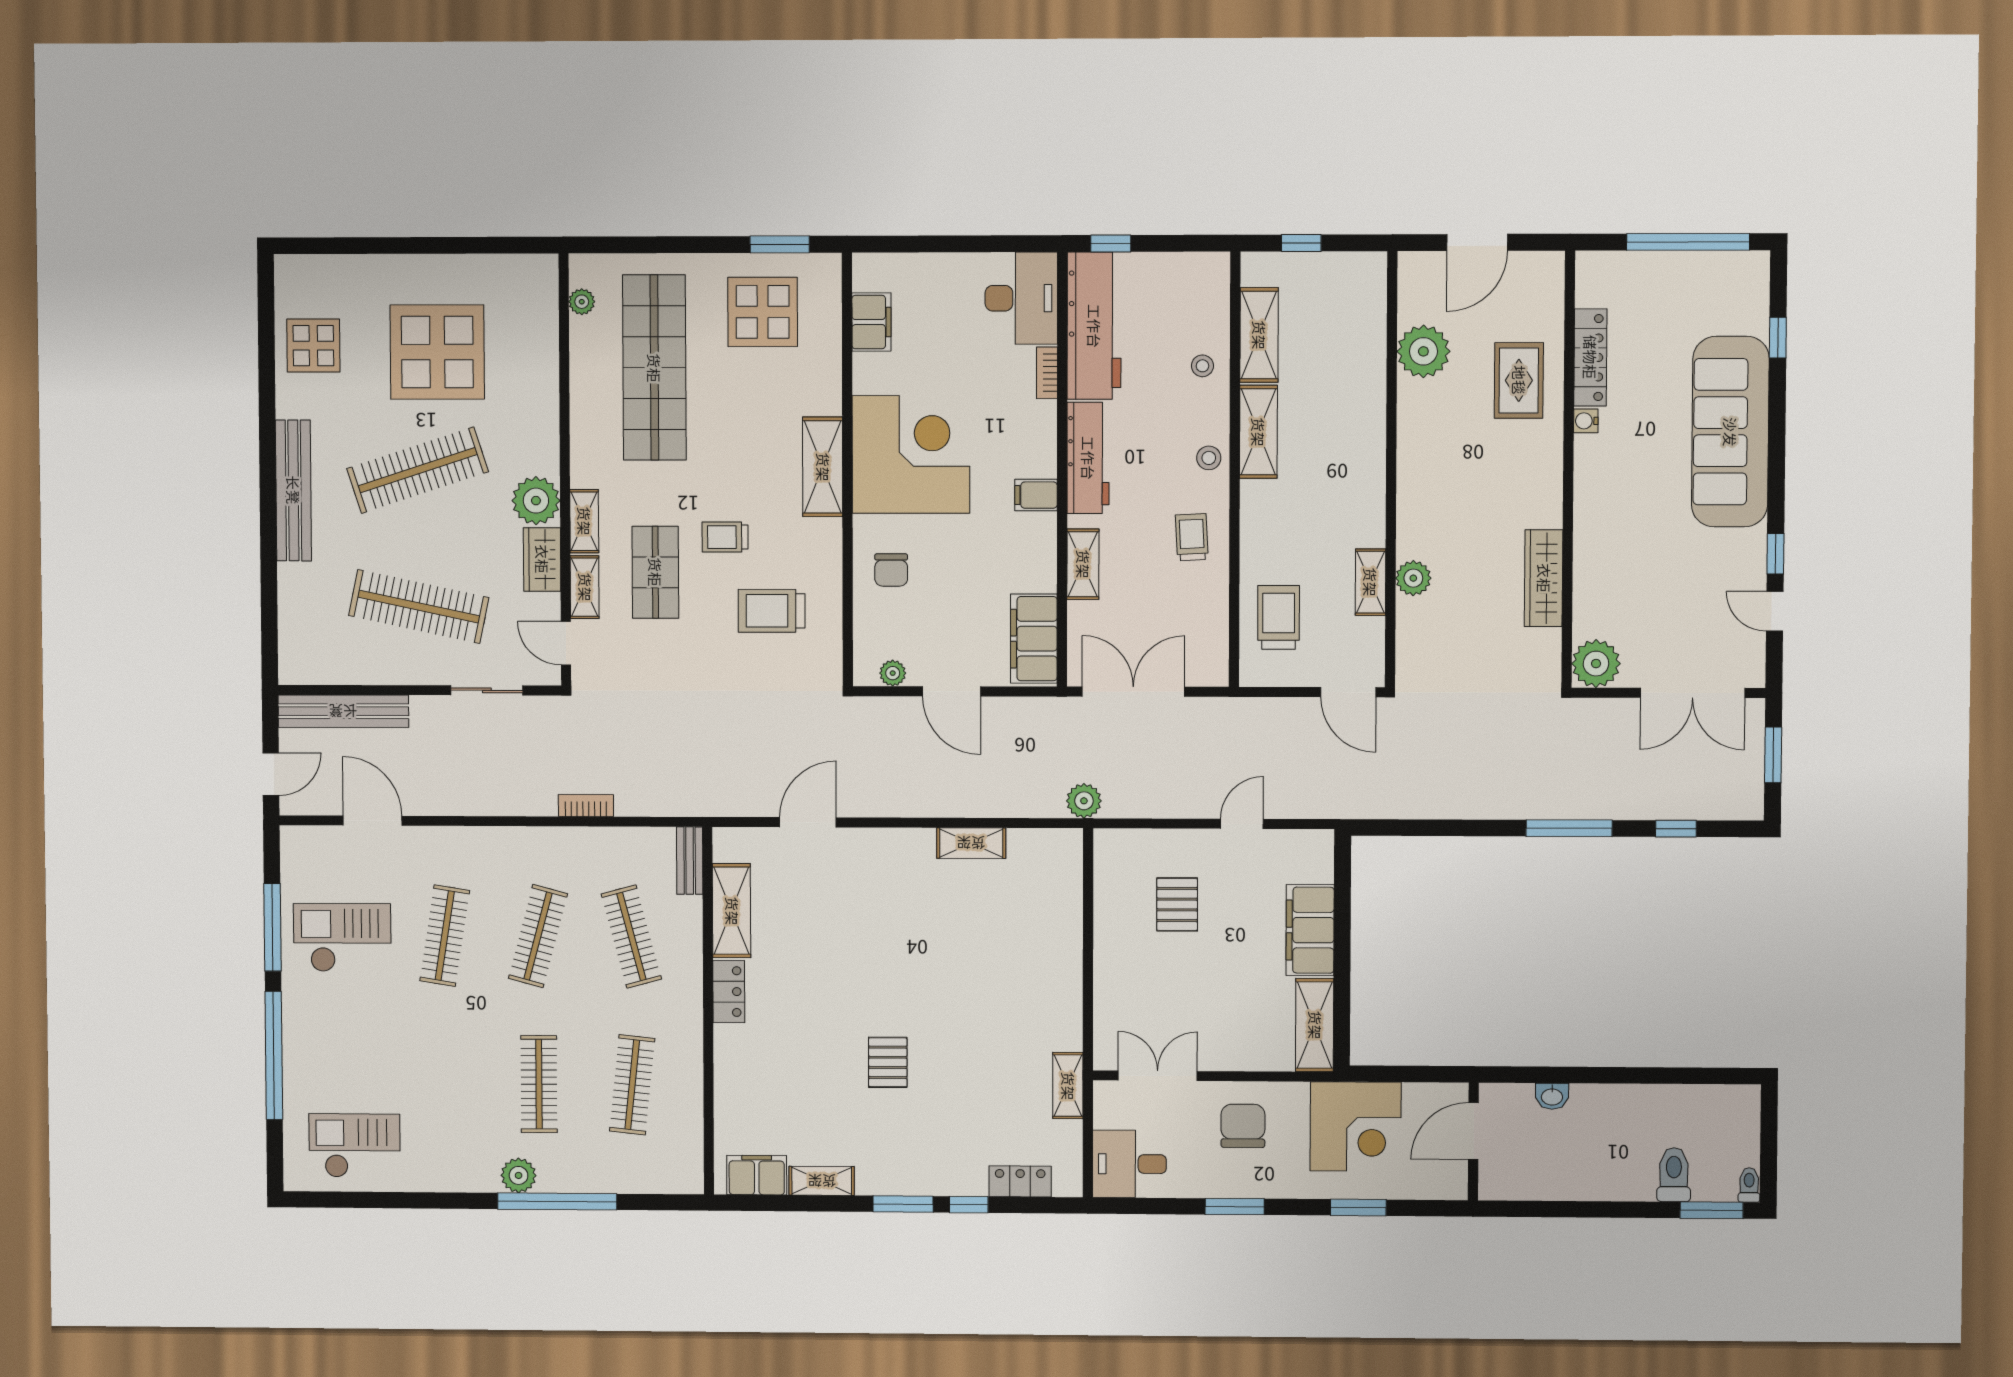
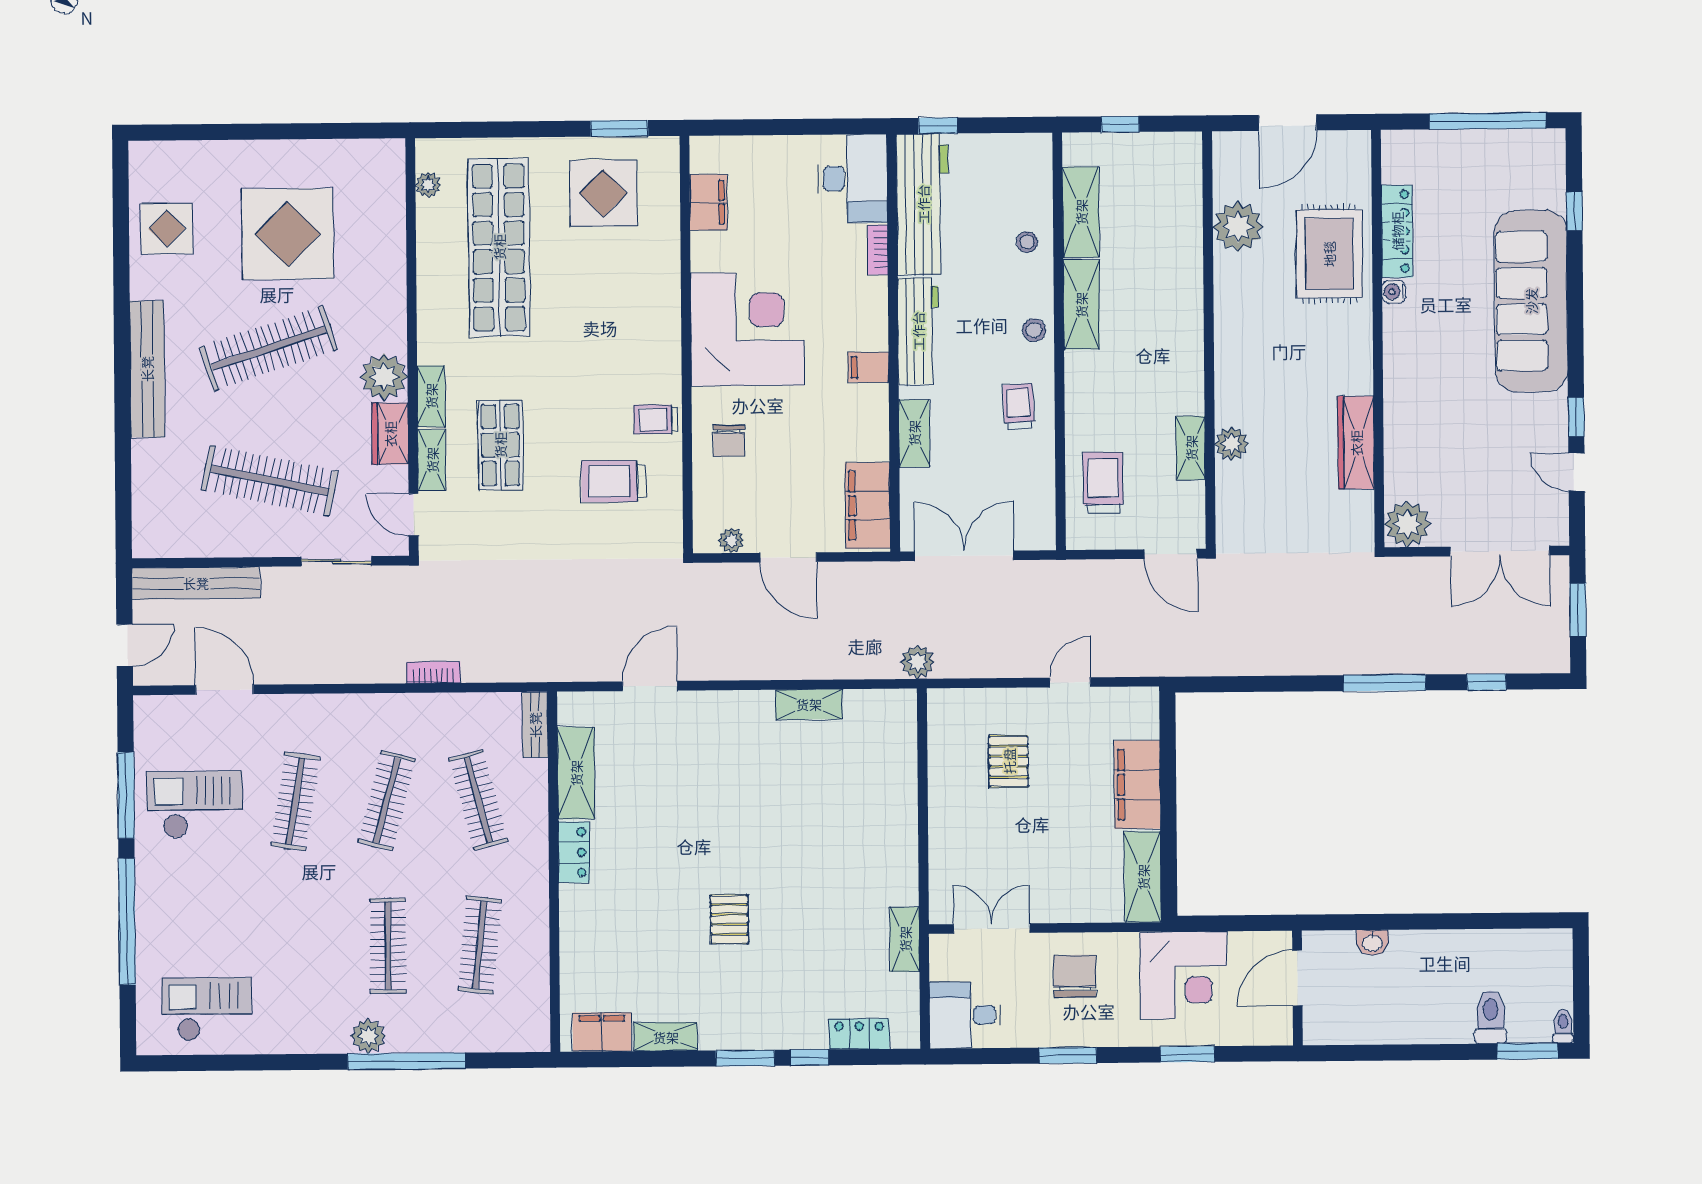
rug: (1519, 380) -> (1329, 254), width x1.36, depth x1.43
shelving: (823, 467) -> (662, 342), removed
trolley: (725, 537) -> (656, 419), moved

